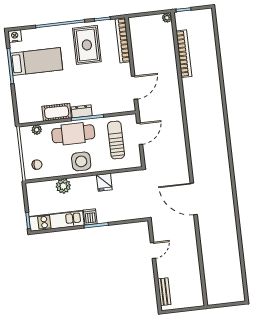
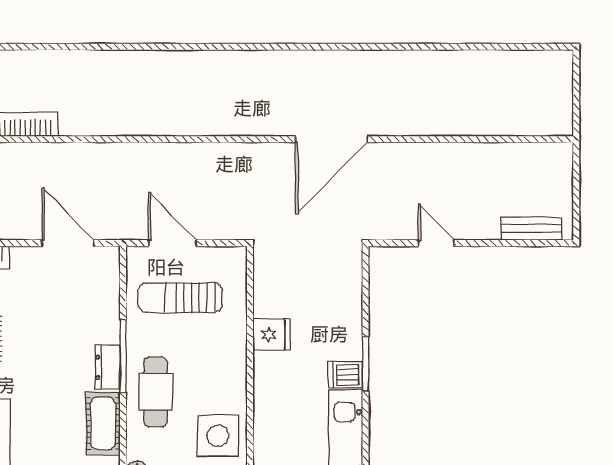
cafe table: (73, 134) -> (156, 392), width x0.73, depth x0.74
side table: (81, 161) -> (218, 436), moved
plant: (63, 186) -> (270, 427), removed

